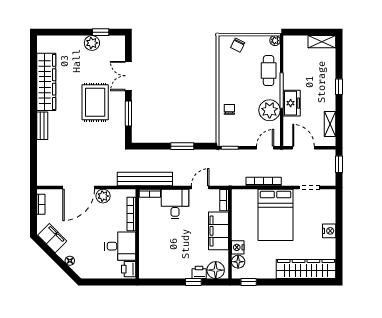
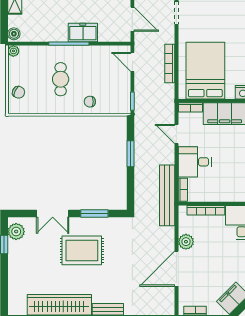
boiler: (290, 41) -> (14, 34), added
plant: (92, 43) -> (16, 232), moved
cafe table: (269, 71) -> (61, 79), moved, turned 90
plant: (270, 110) -> (91, 57), removed
door: (304, 148) -> (132, 19), swing flipped
door: (79, 188) -> (176, 269), swing flipped
bed: (276, 215) -> (205, 71), moved, turned -90

